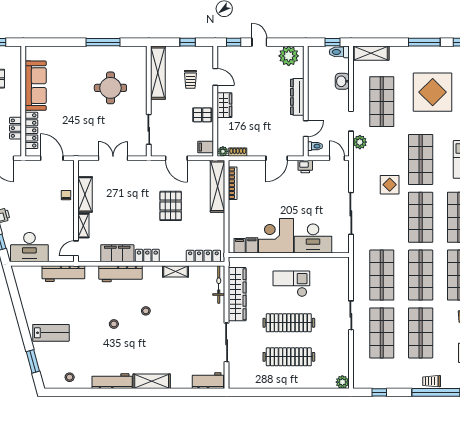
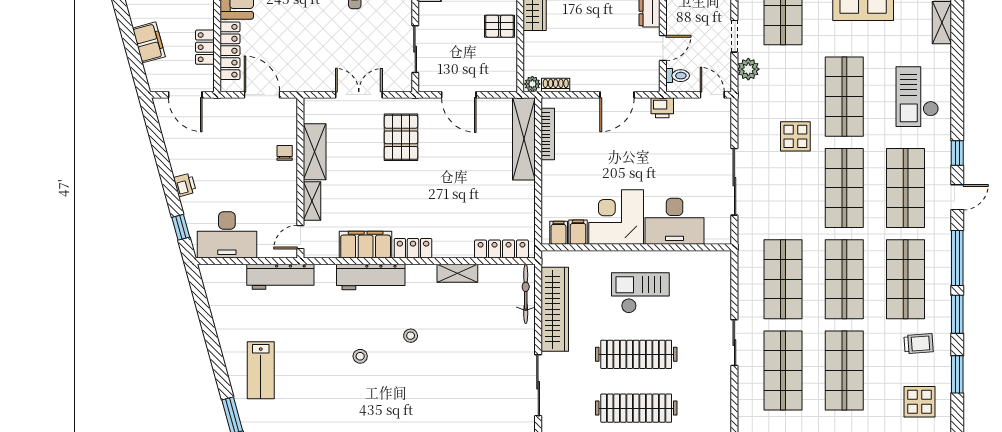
filing cabinet: (206, 147) -> (505, 77), removed
pallet: (171, 206) -> (401, 137), moved
lab bench: (51, 333) -> (261, 370), turned 90

